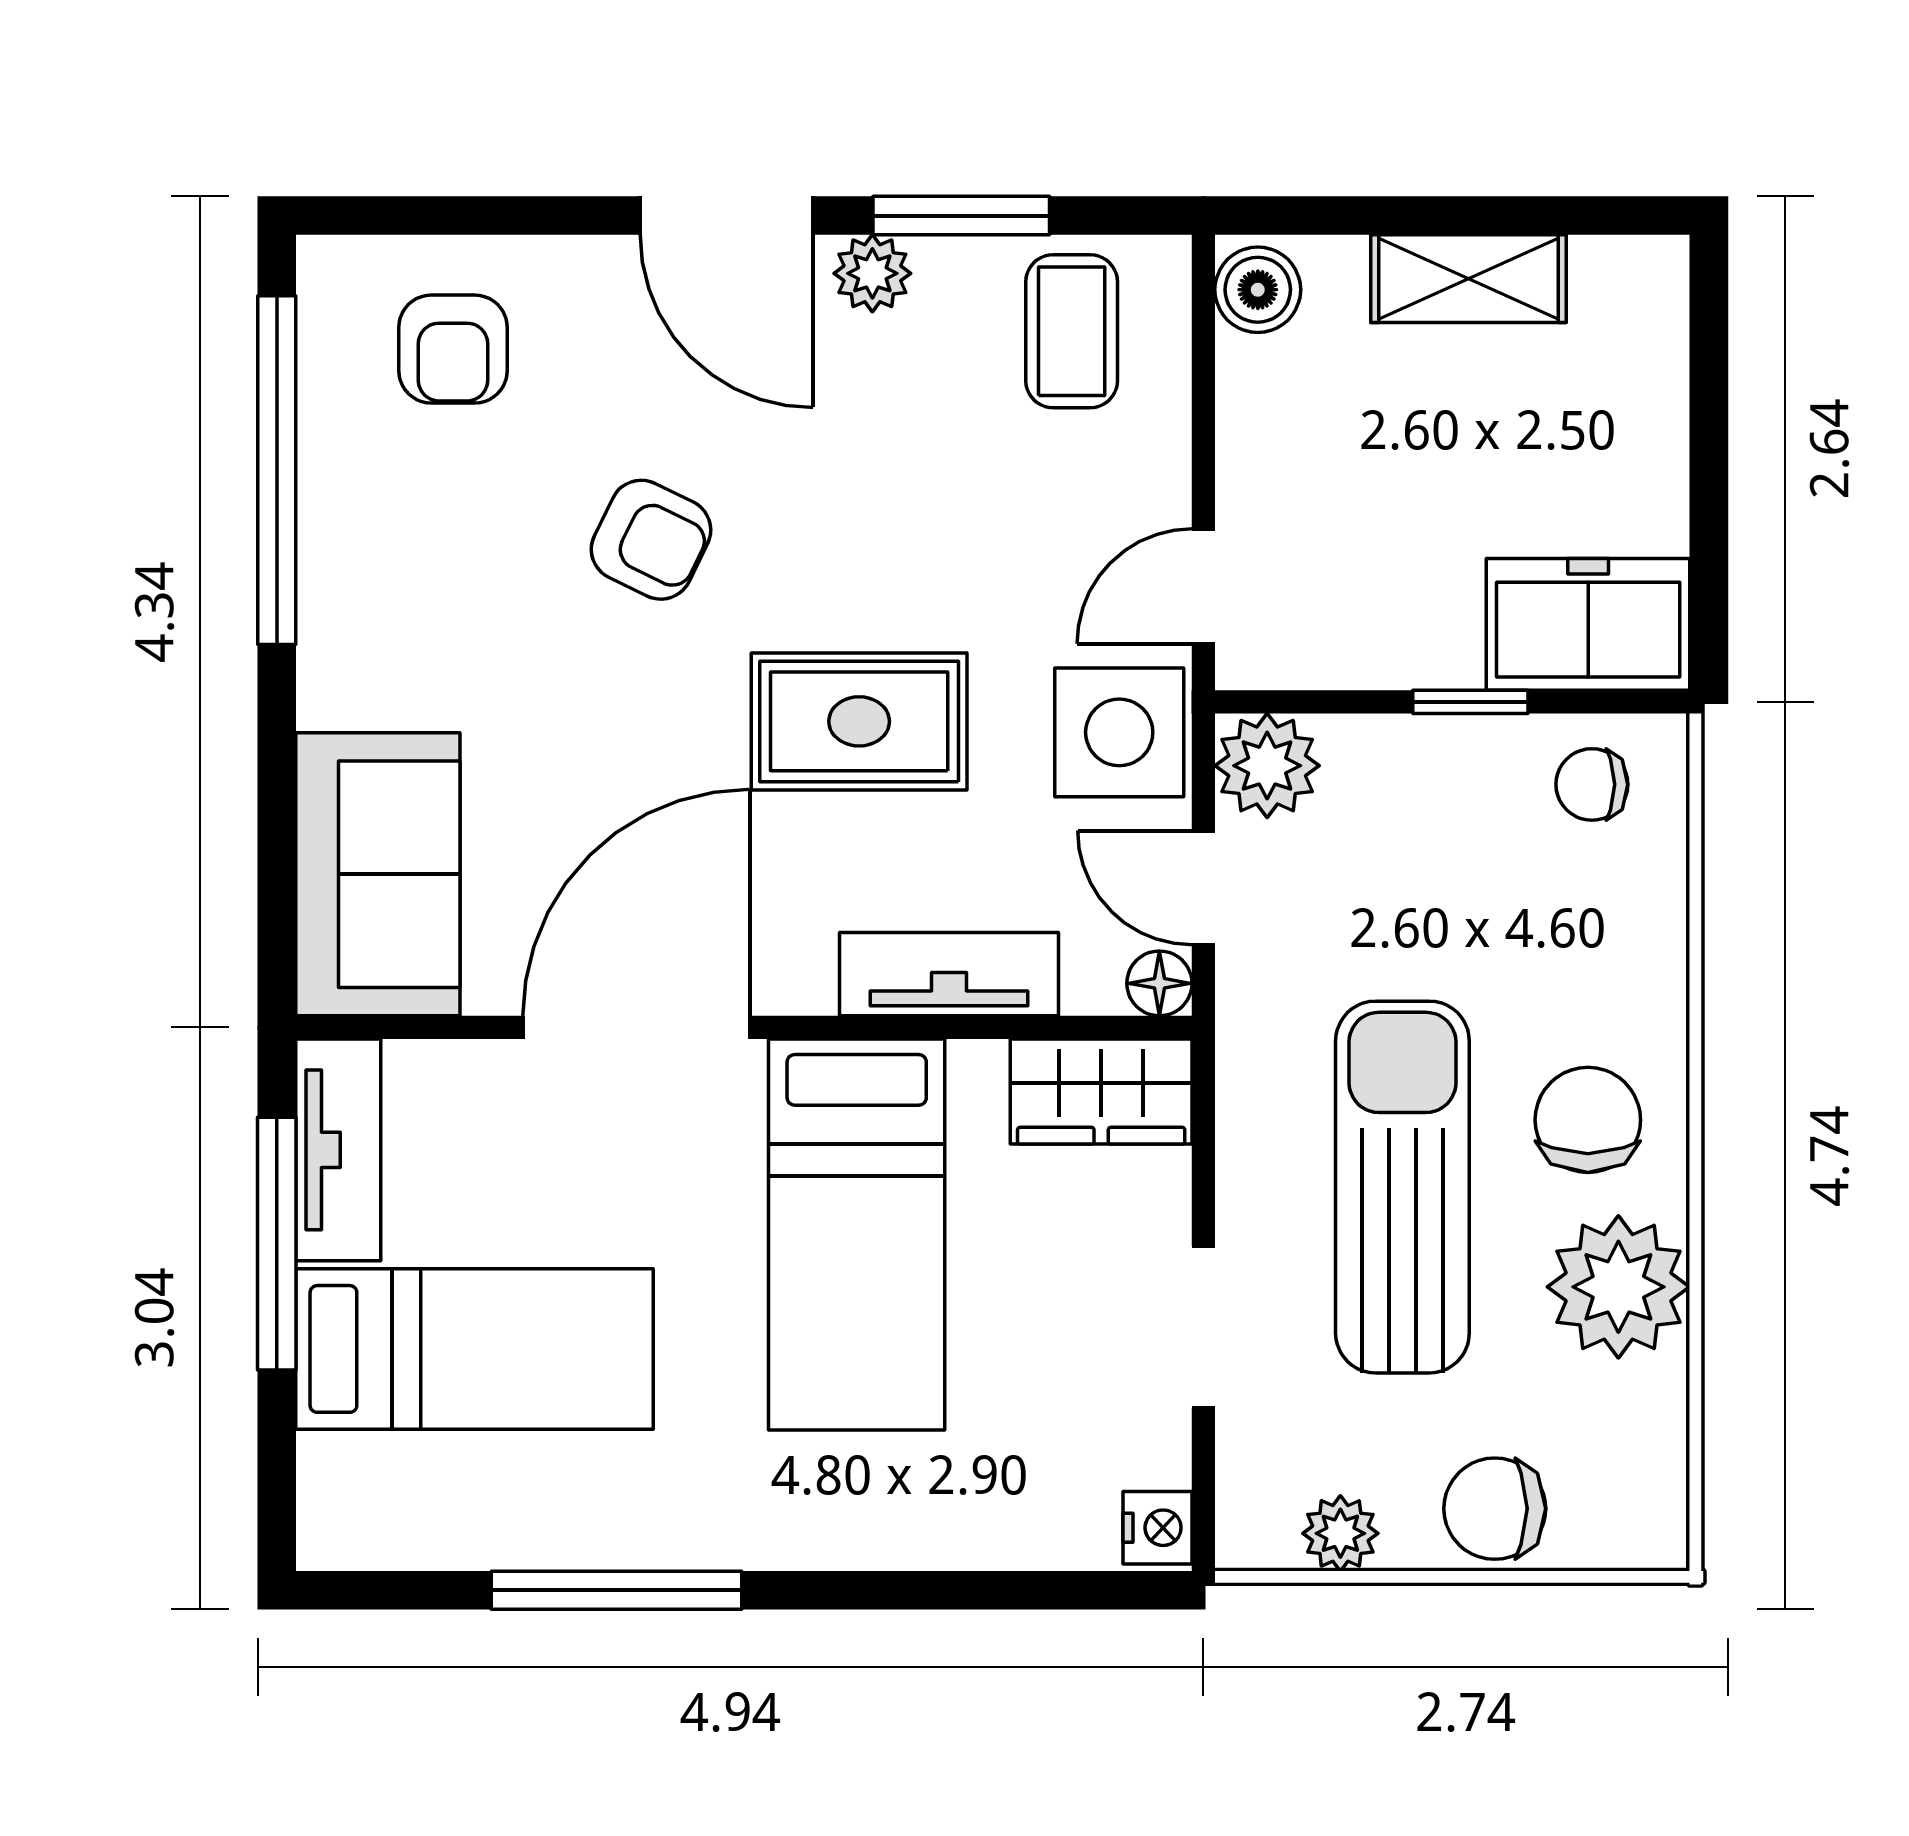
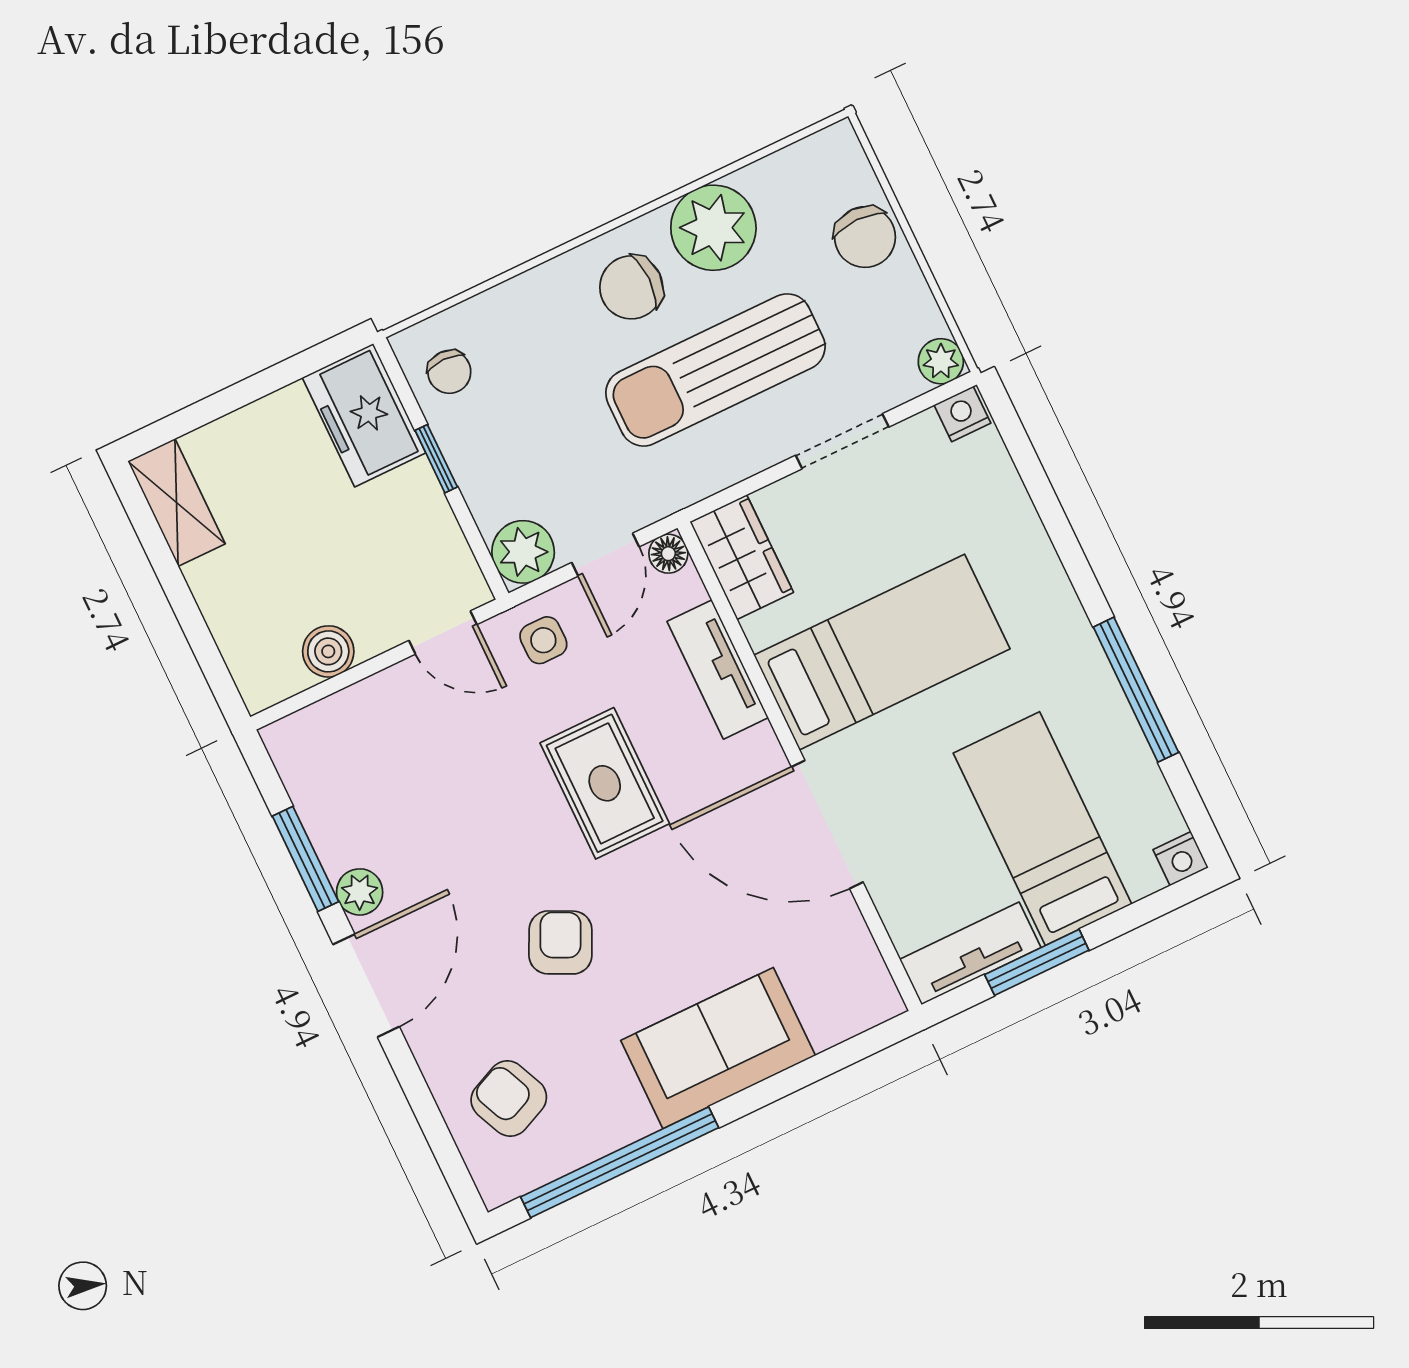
shelving: (1468, 279) -> (177, 502), moved
boiler: (1258, 290) -> (328, 651), moved
coffee table: (1072, 331) -> (339, 769), removed
armchair: (453, 349) -> (509, 1099), turned -114
side table: (1119, 732) -> (543, 640), width x0.54, depth x0.54
sofa: (378, 874) -> (718, 1048), moved
window: (277, 1244) -> (1037, 962), width x0.69
plant: (1340, 1533) -> (941, 361), moved
nightstand: (329, 1536) -> (1181, 859), added

